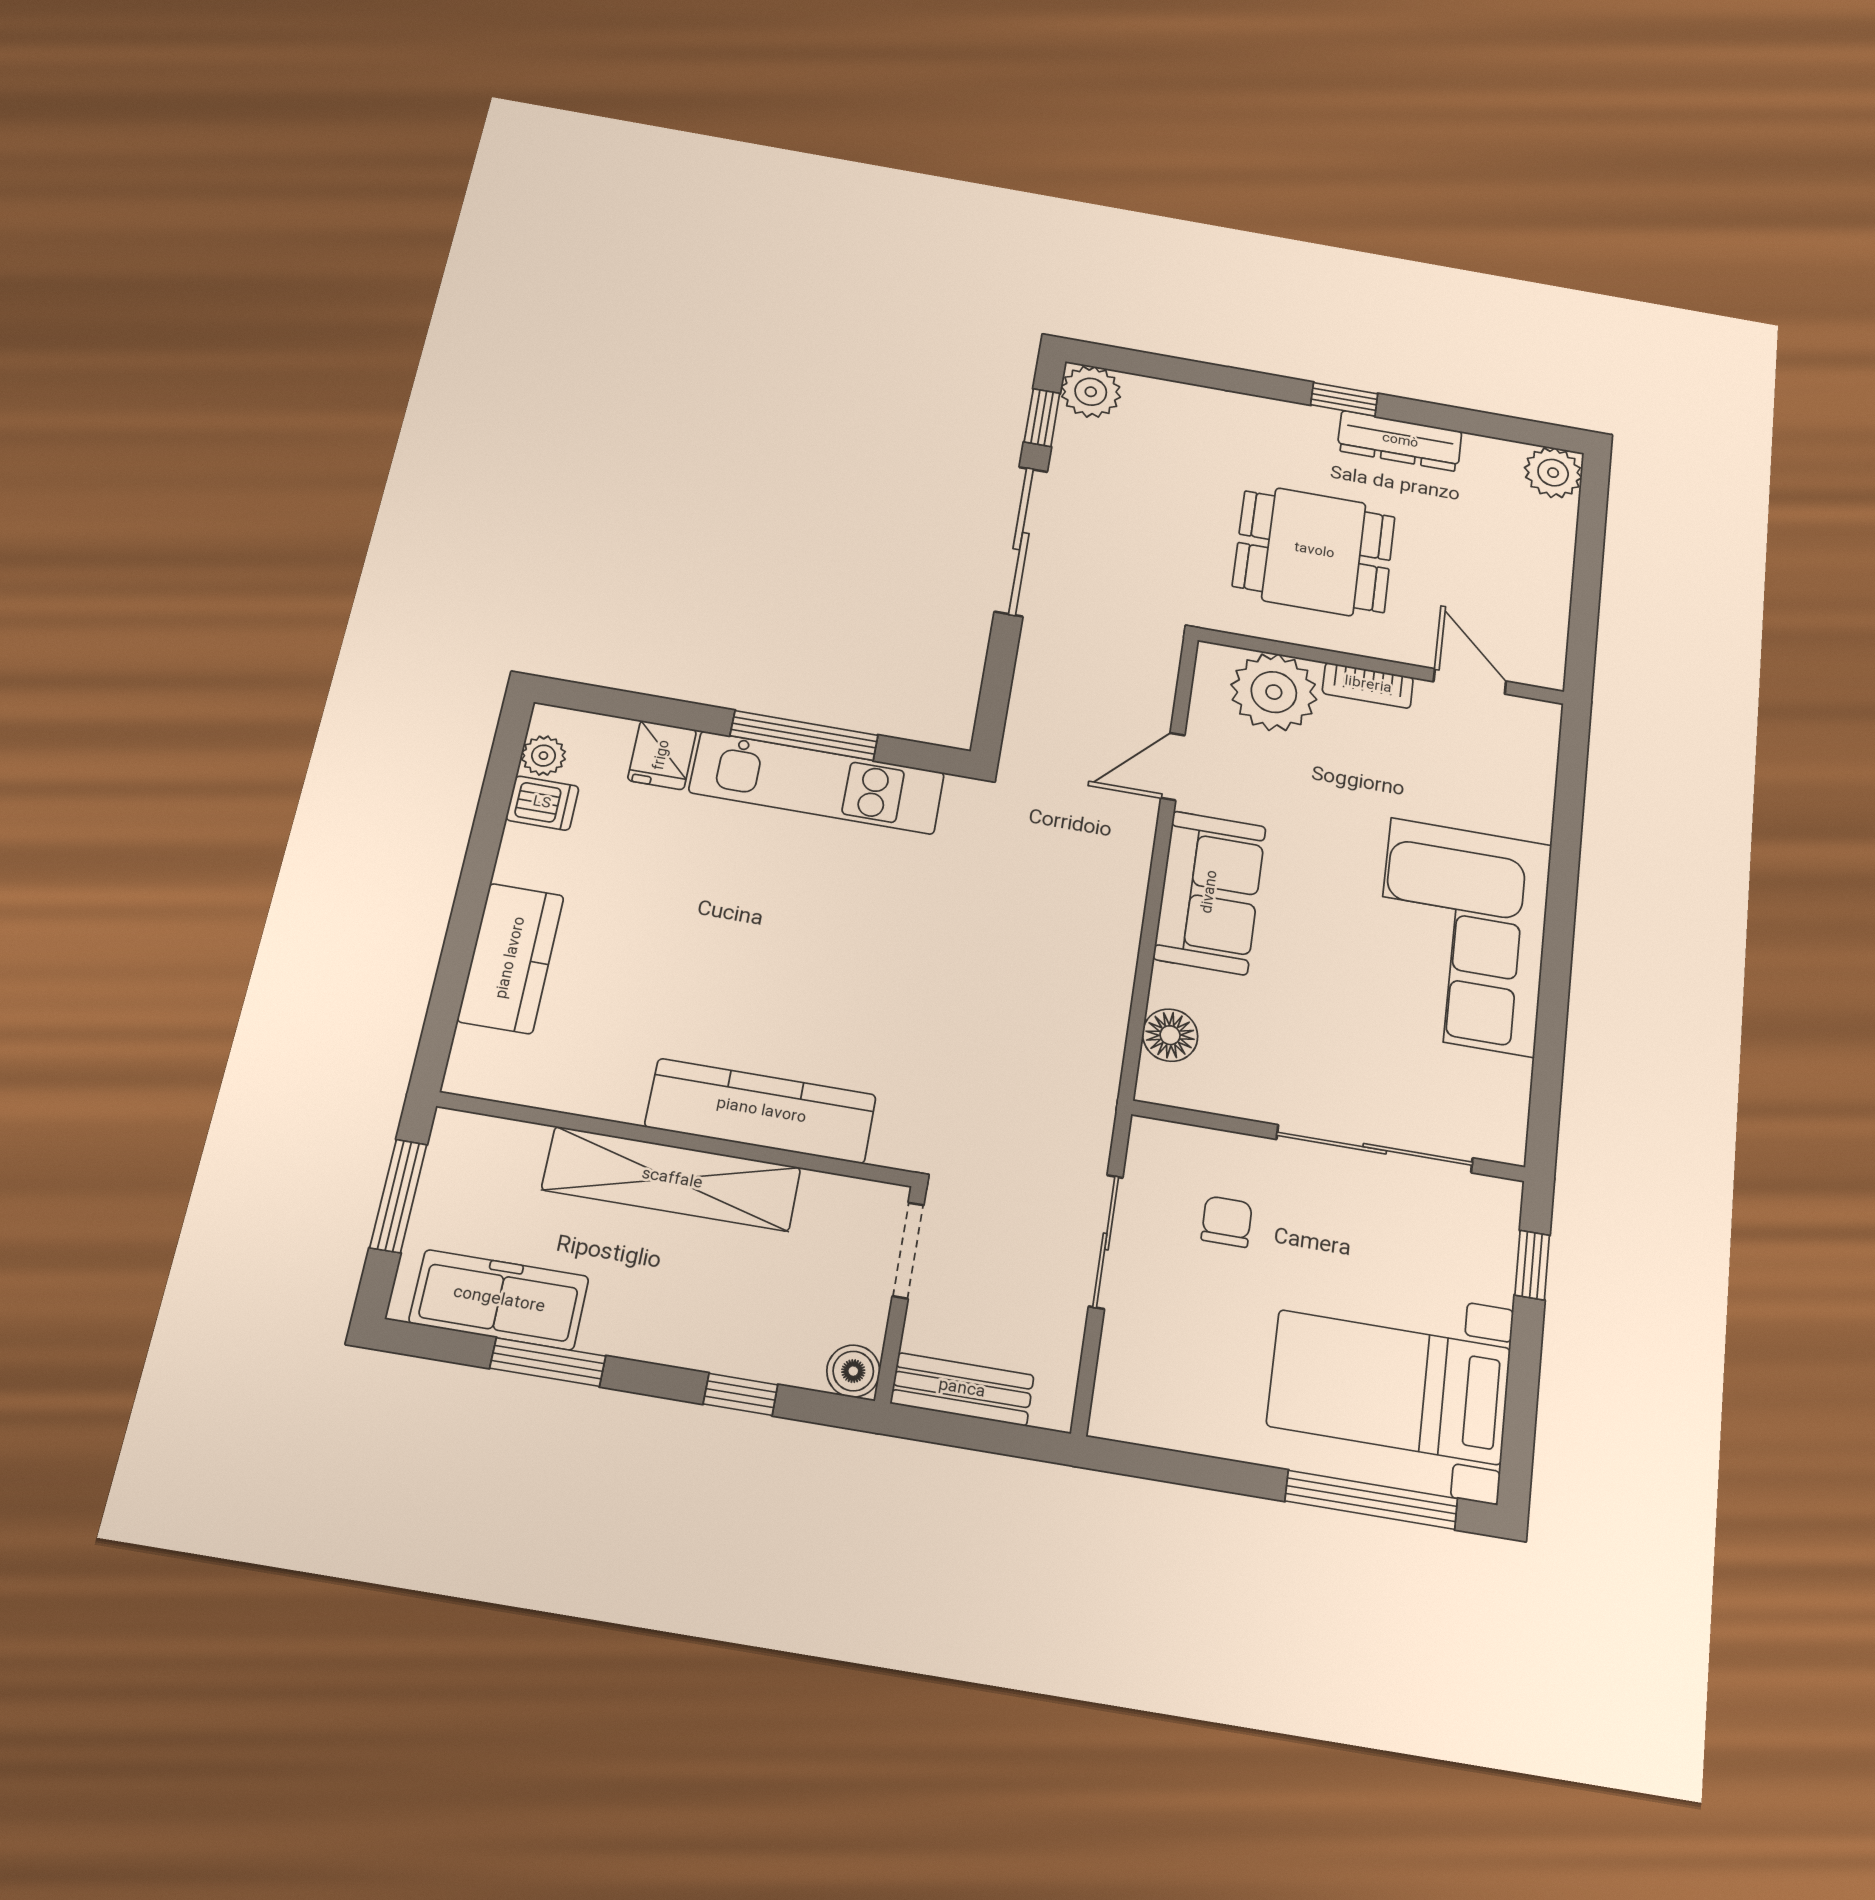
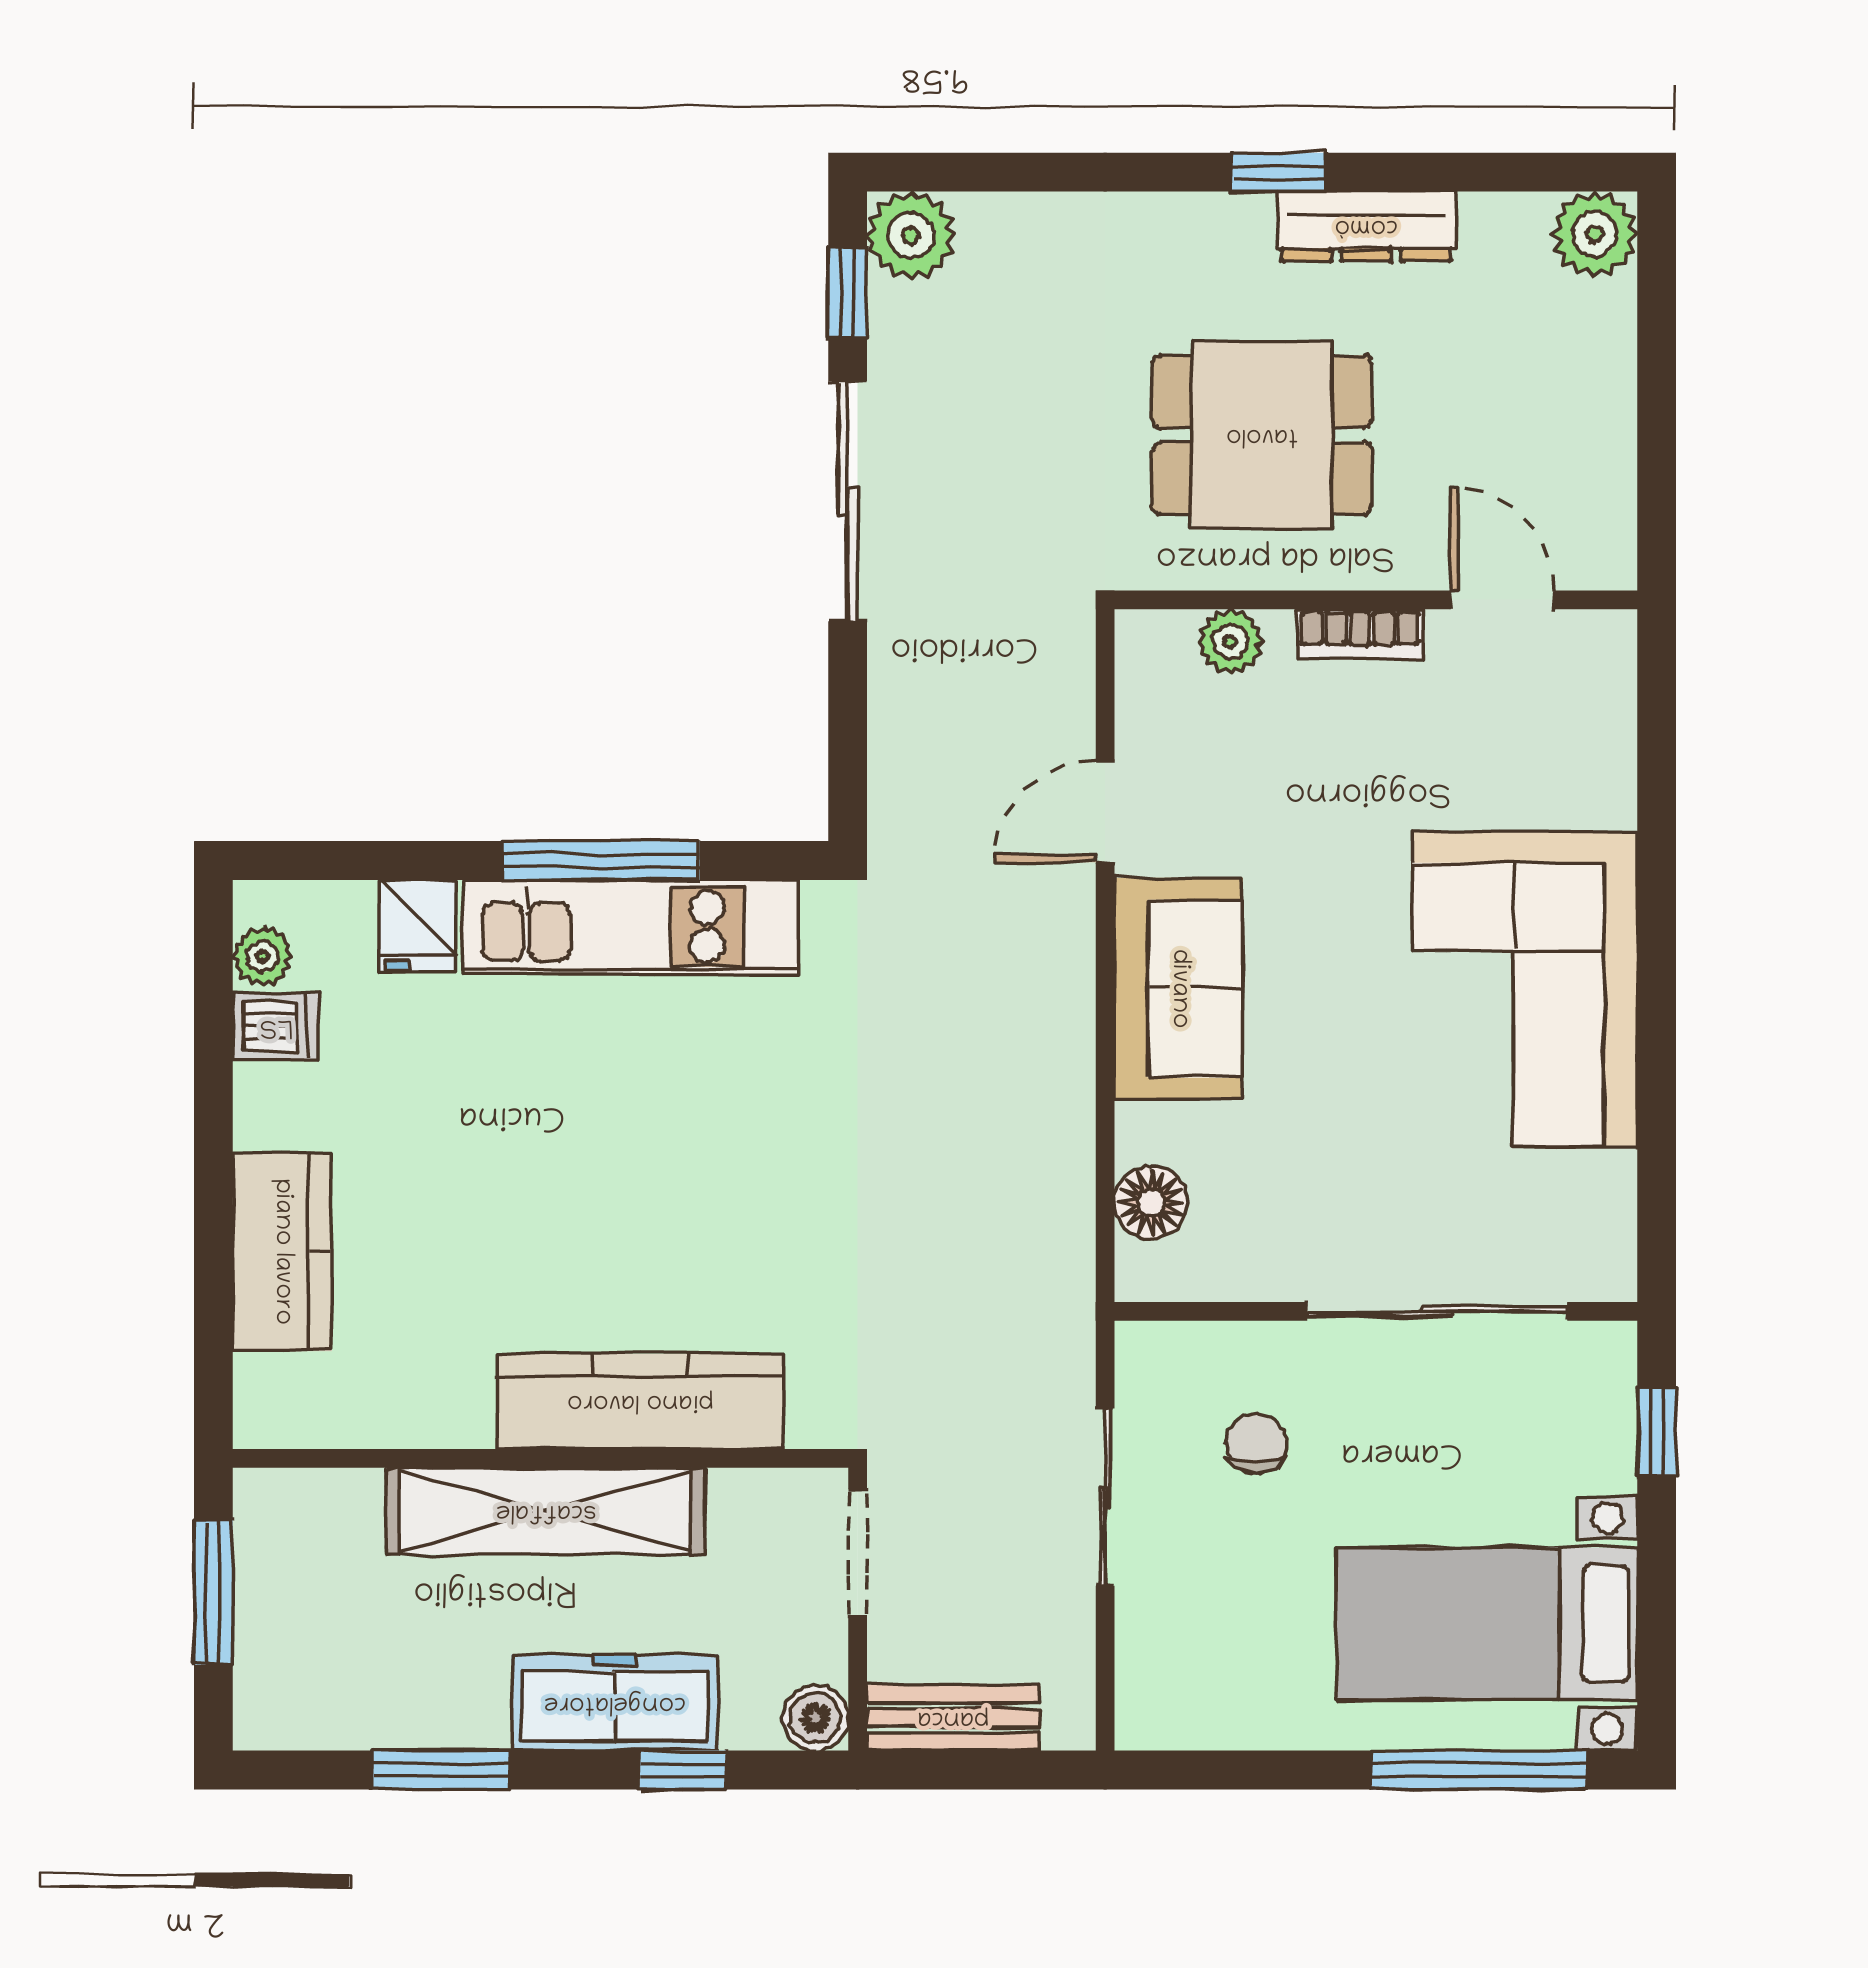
plant: (1274, 692) -> (1230, 642), width x0.53, depth x0.53
freezer: (499, 1300) -> (615, 1703), moved

